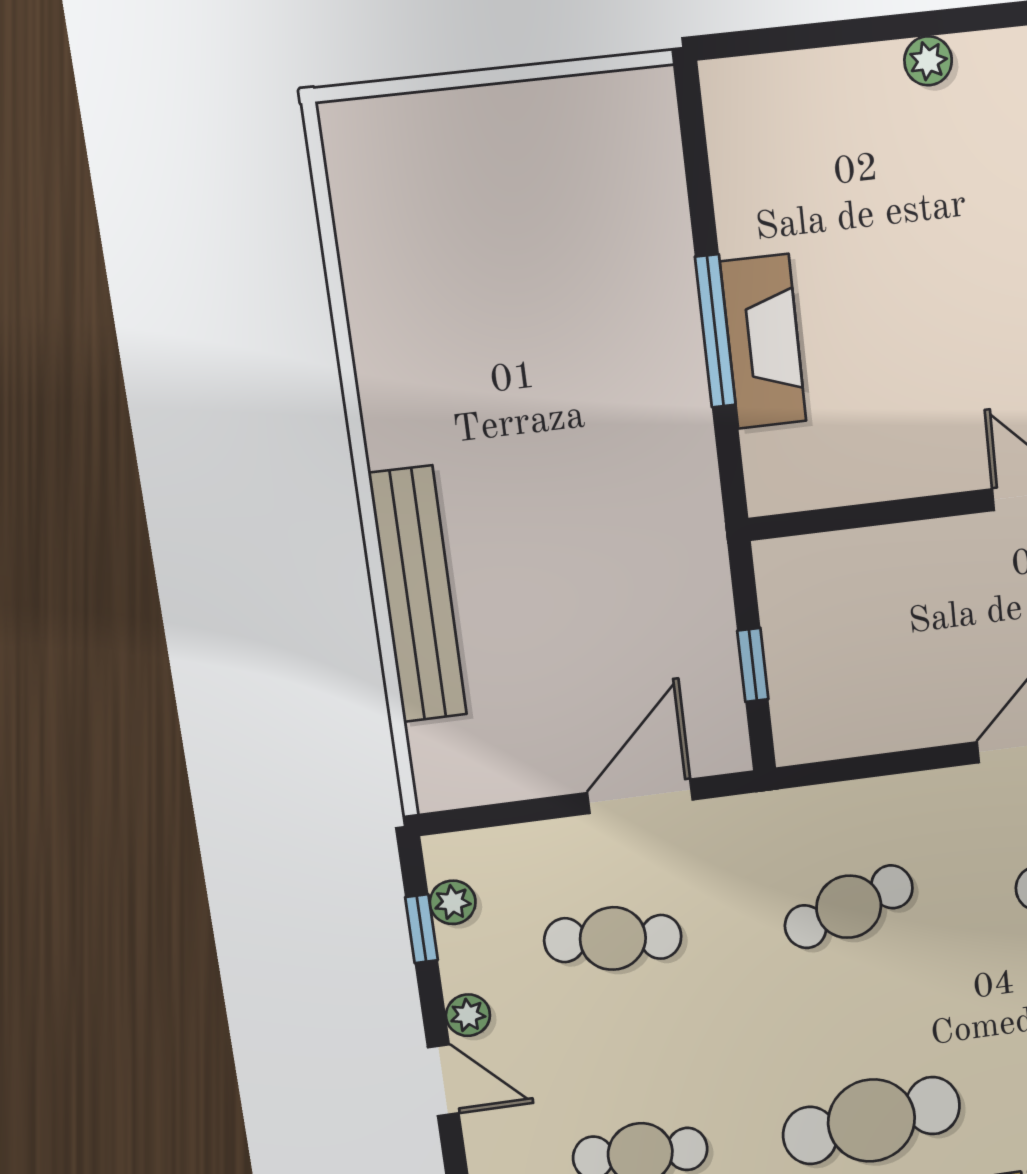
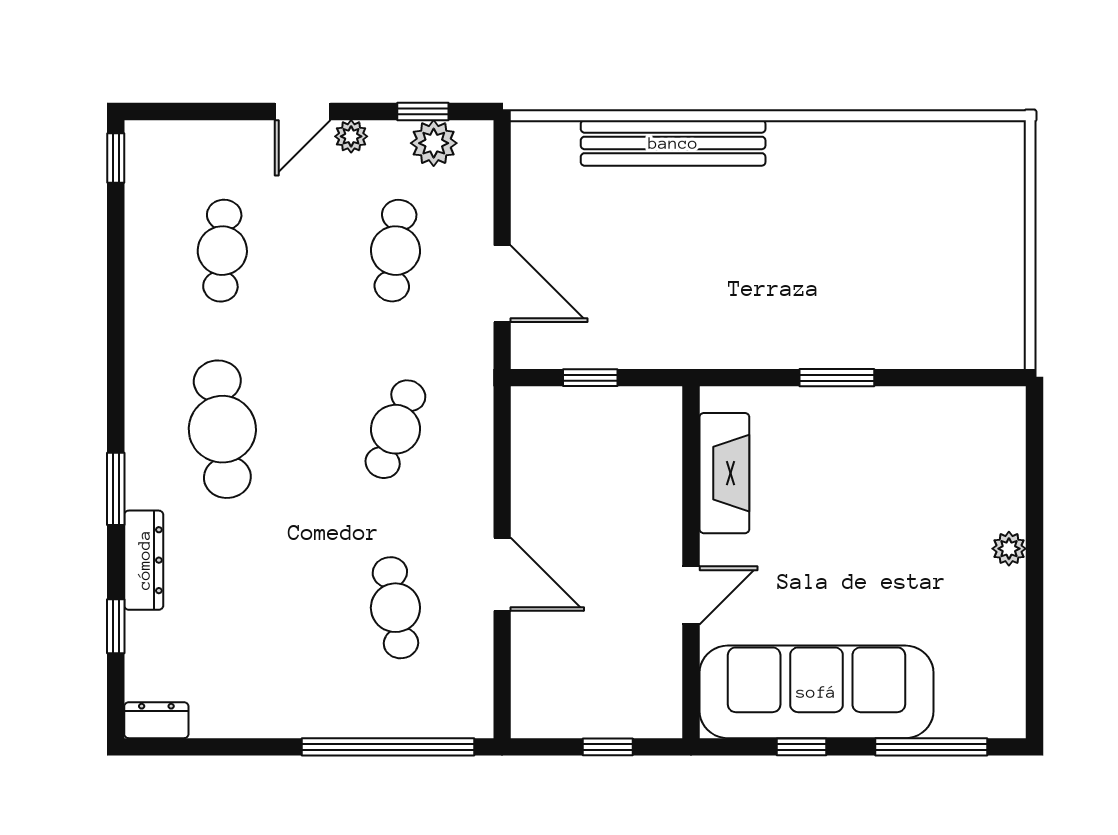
window: (715, 331) -> (837, 378), width x0.69
fireplace: (763, 342) -> (724, 473), moved, turned -90
plant: (453, 902) -> (434, 143), width x1.38, depth x1.38
cafe table: (849, 907) -> (395, 429), turned 39

